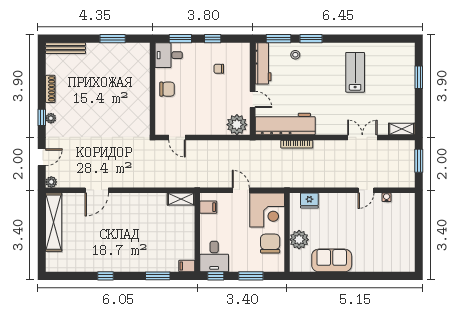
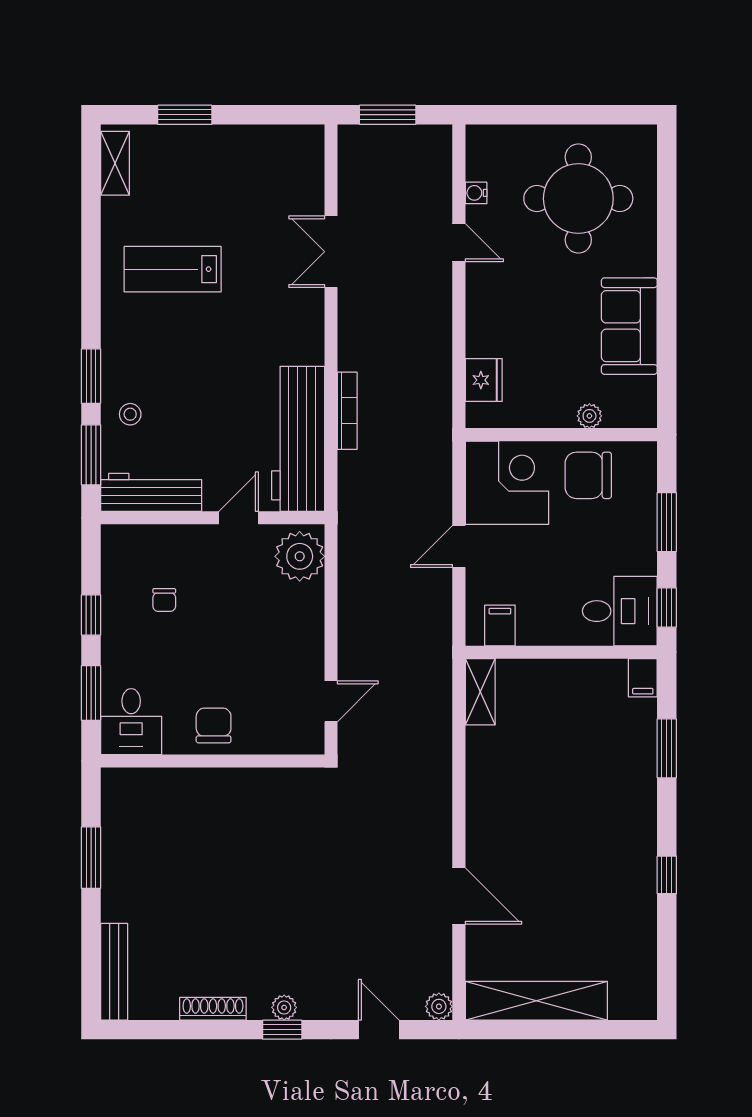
shelving: (402, 129) -> (115, 163), moved
round table: (384, 239) -> (578, 199), added
plant: (299, 240) -> (589, 416), width x0.53, depth x0.53

